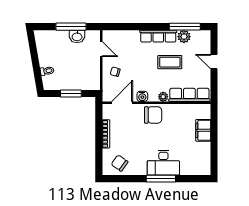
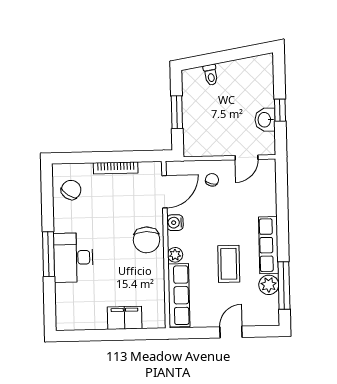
window: (71, 27) -> (280, 110), width x0.46
door: (122, 103) -> (164, 192), hinge flipped

